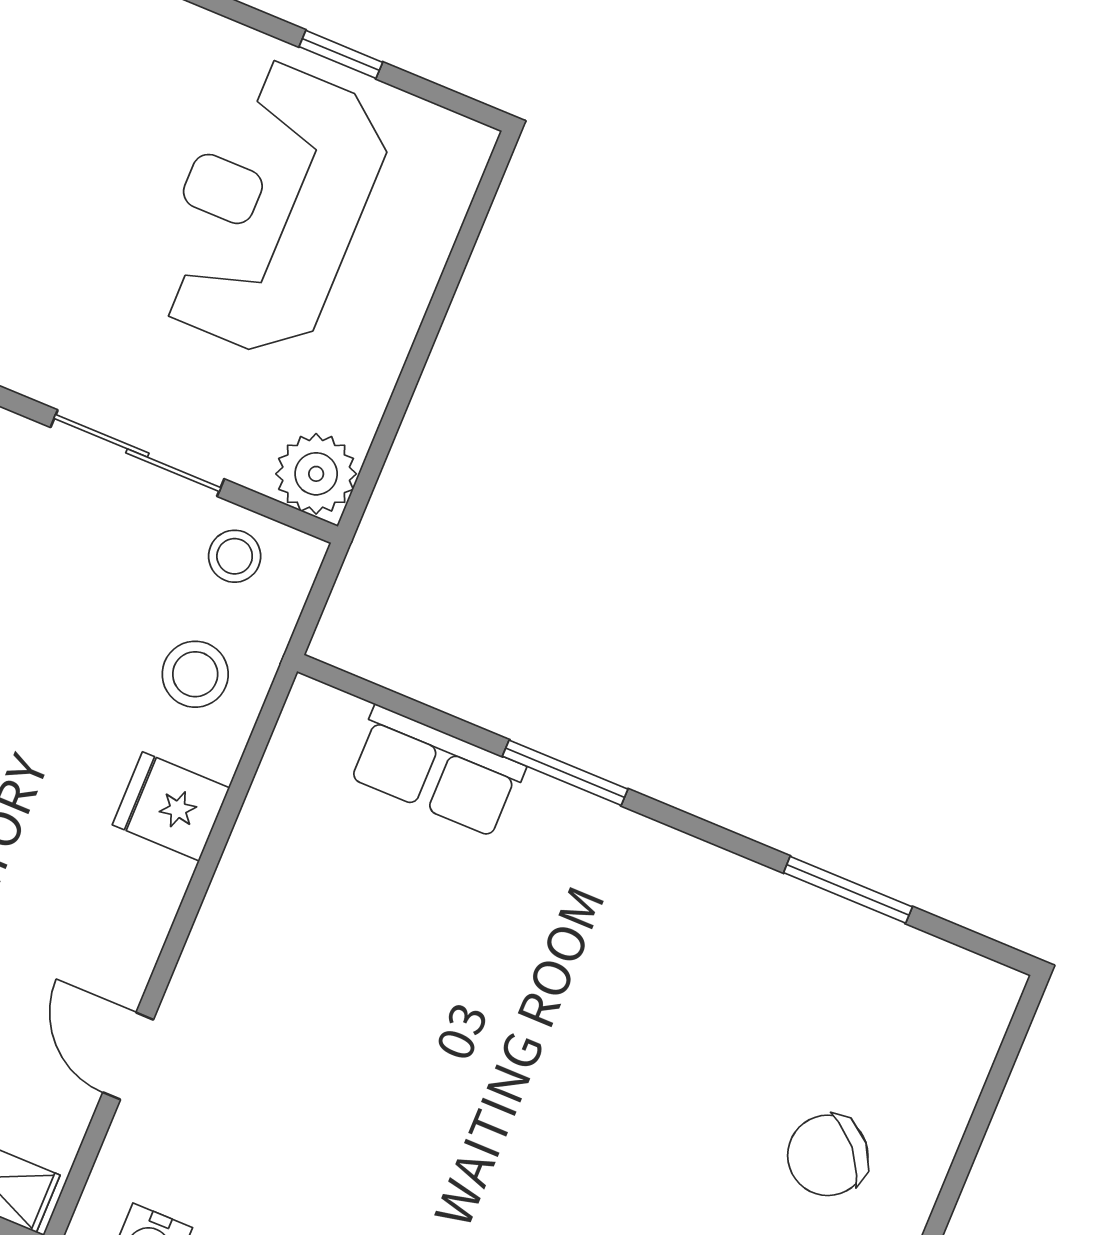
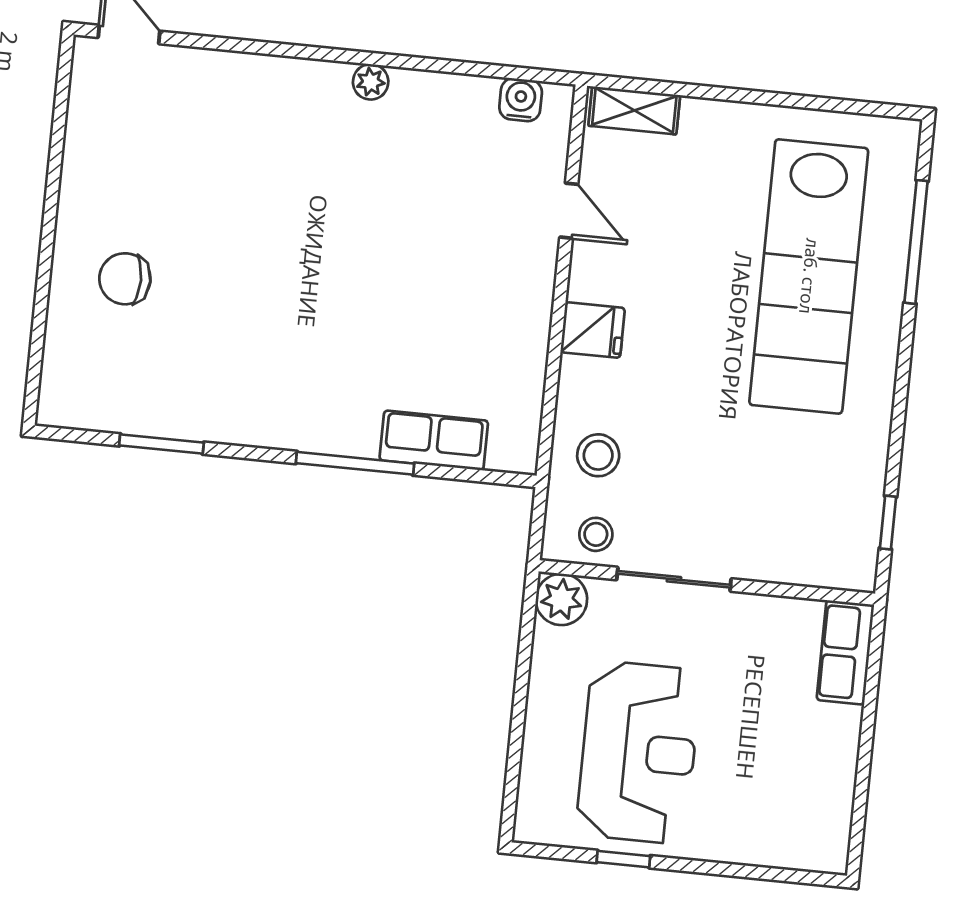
window: (565, 773) -> (355, 463), width x1.44
fridge: (171, 806) -> (593, 330), moved
chair: (828, 1155) -> (125, 279), turned -139

